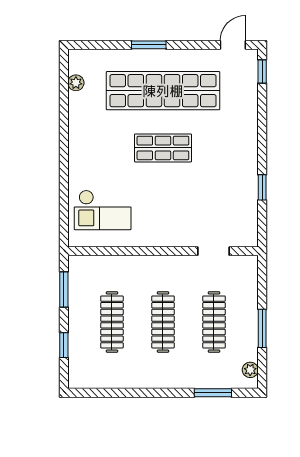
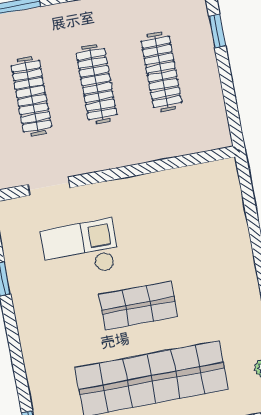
checkout: (103, 210) -> (80, 249), moved
window: (64, 290) -> (230, 102), removed

